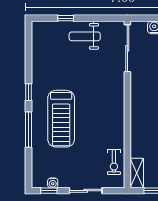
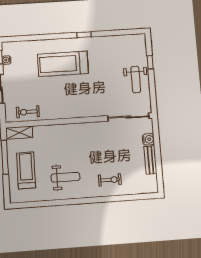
weight bench: (85, 36) -> (136, 80), turned 180
window: (29, 130) -> (52, 37), removed

